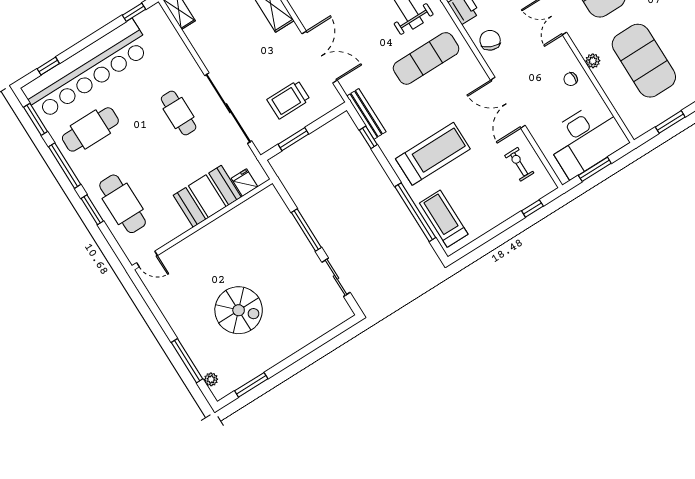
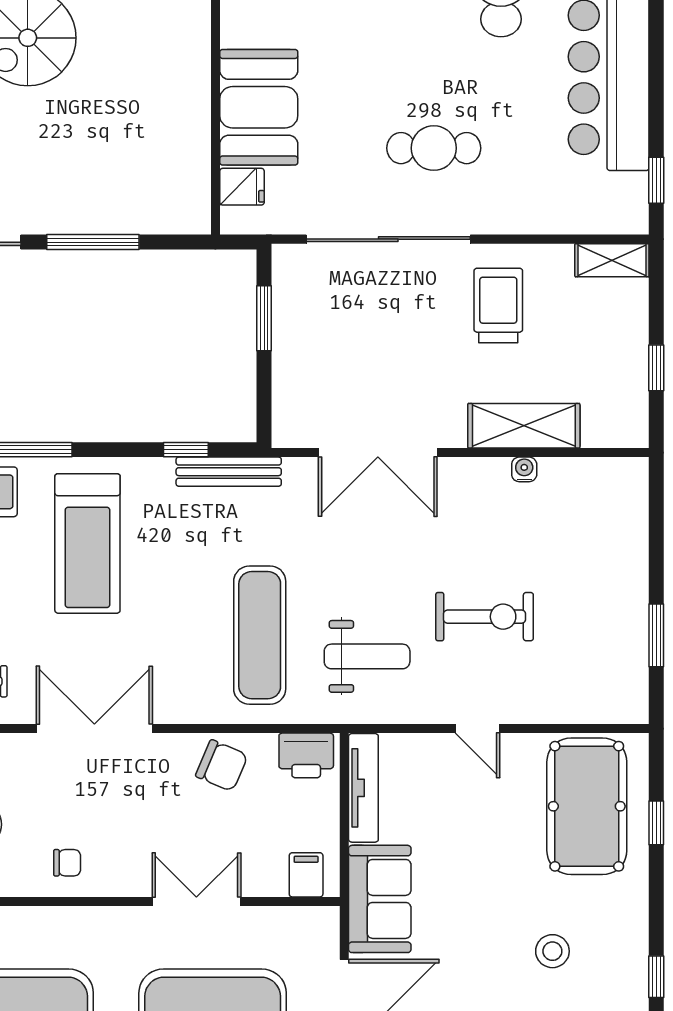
plant: (593, 61) -> (75, 921), removed
chair: (571, 79) -> (67, 863), turned 90
trolley: (288, 100) -> (498, 305), moved

